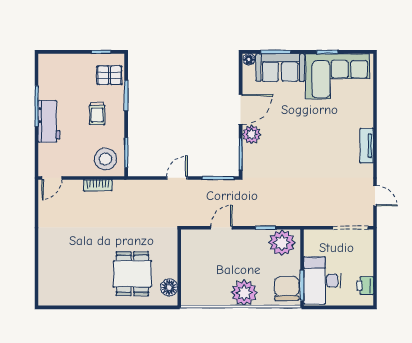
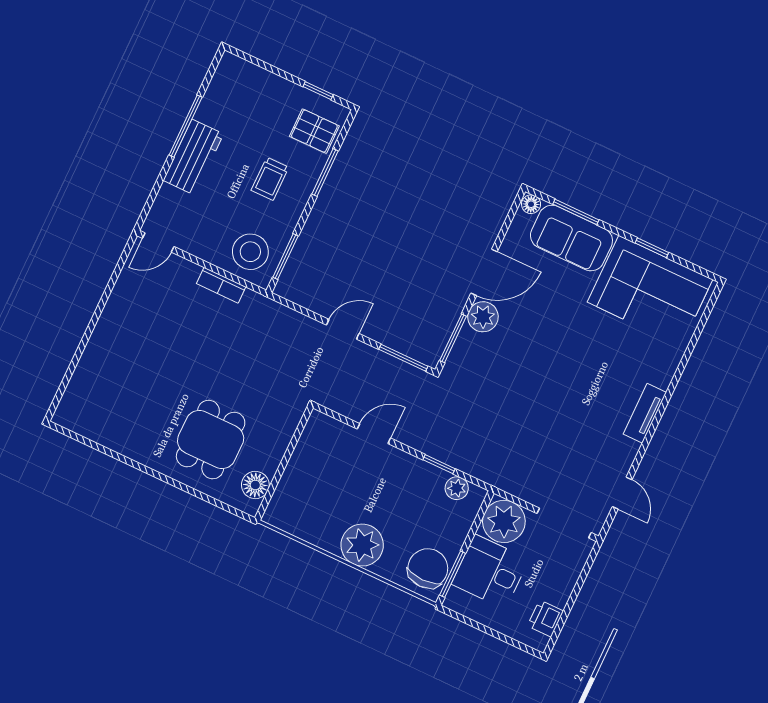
plant: (282, 243) -> (457, 488), width x0.53, depth x0.53
plant: (317, 243) -> (504, 521), added
desk: (322, 281) -> (490, 572), width x0.73

